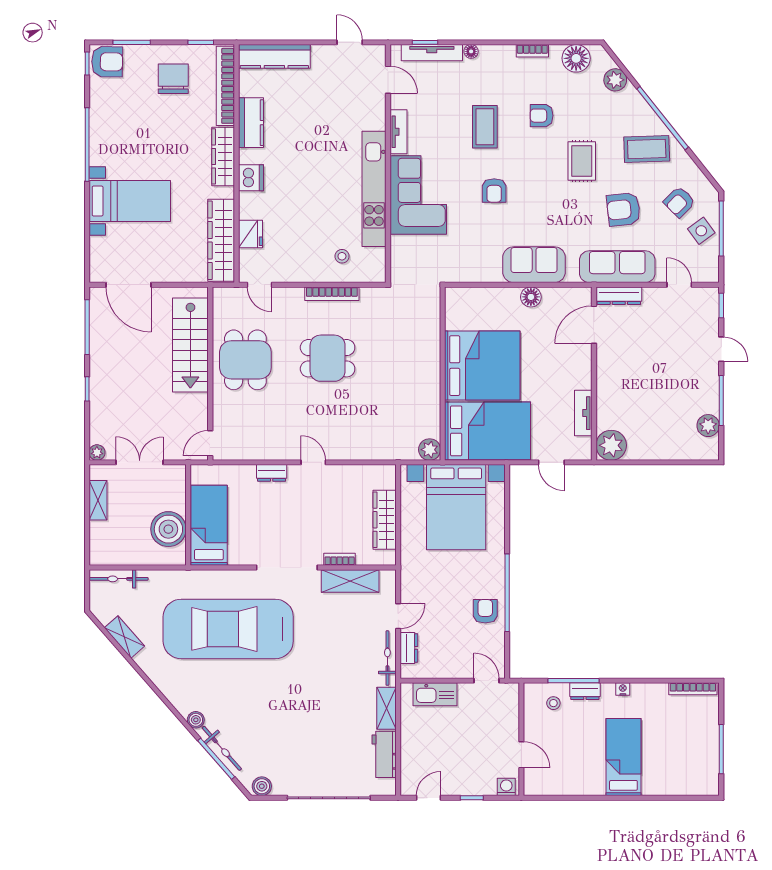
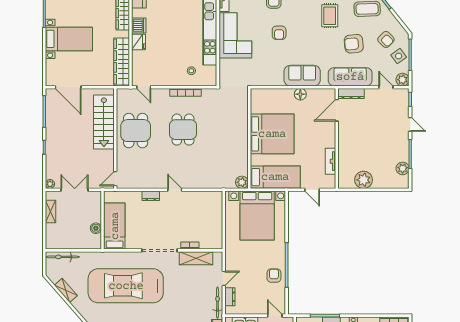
armchair: (679, 202) -> (386, 39), turned -90
fridge: (250, 234) -> (138, 42), moved
plant: (708, 272) -> (403, 80), added
dining table: (328, 358) -> (183, 130), turned 90
bed: (488, 431) -> (275, 177), width x0.67
plant: (611, 445) -> (364, 180), moved
wardrobe: (385, 520) -> (216, 223), removed
boiler: (168, 529) -> (96, 228), width x0.54, depth x0.54

